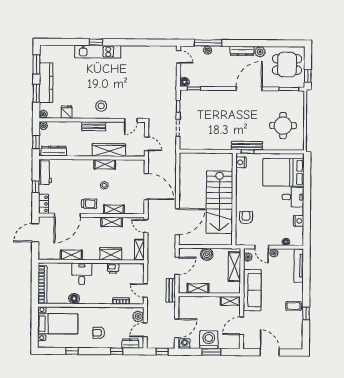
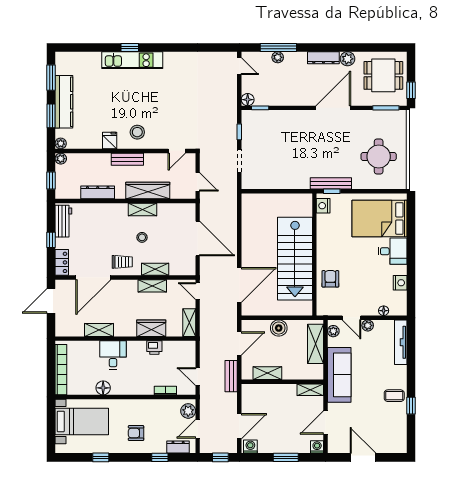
fridge: (67, 112) -> (110, 141), moved
dresser: (54, 151) -> (98, 192), moved
washing machine: (209, 340) -> (317, 447), moved, width x0.53, depth x0.53

